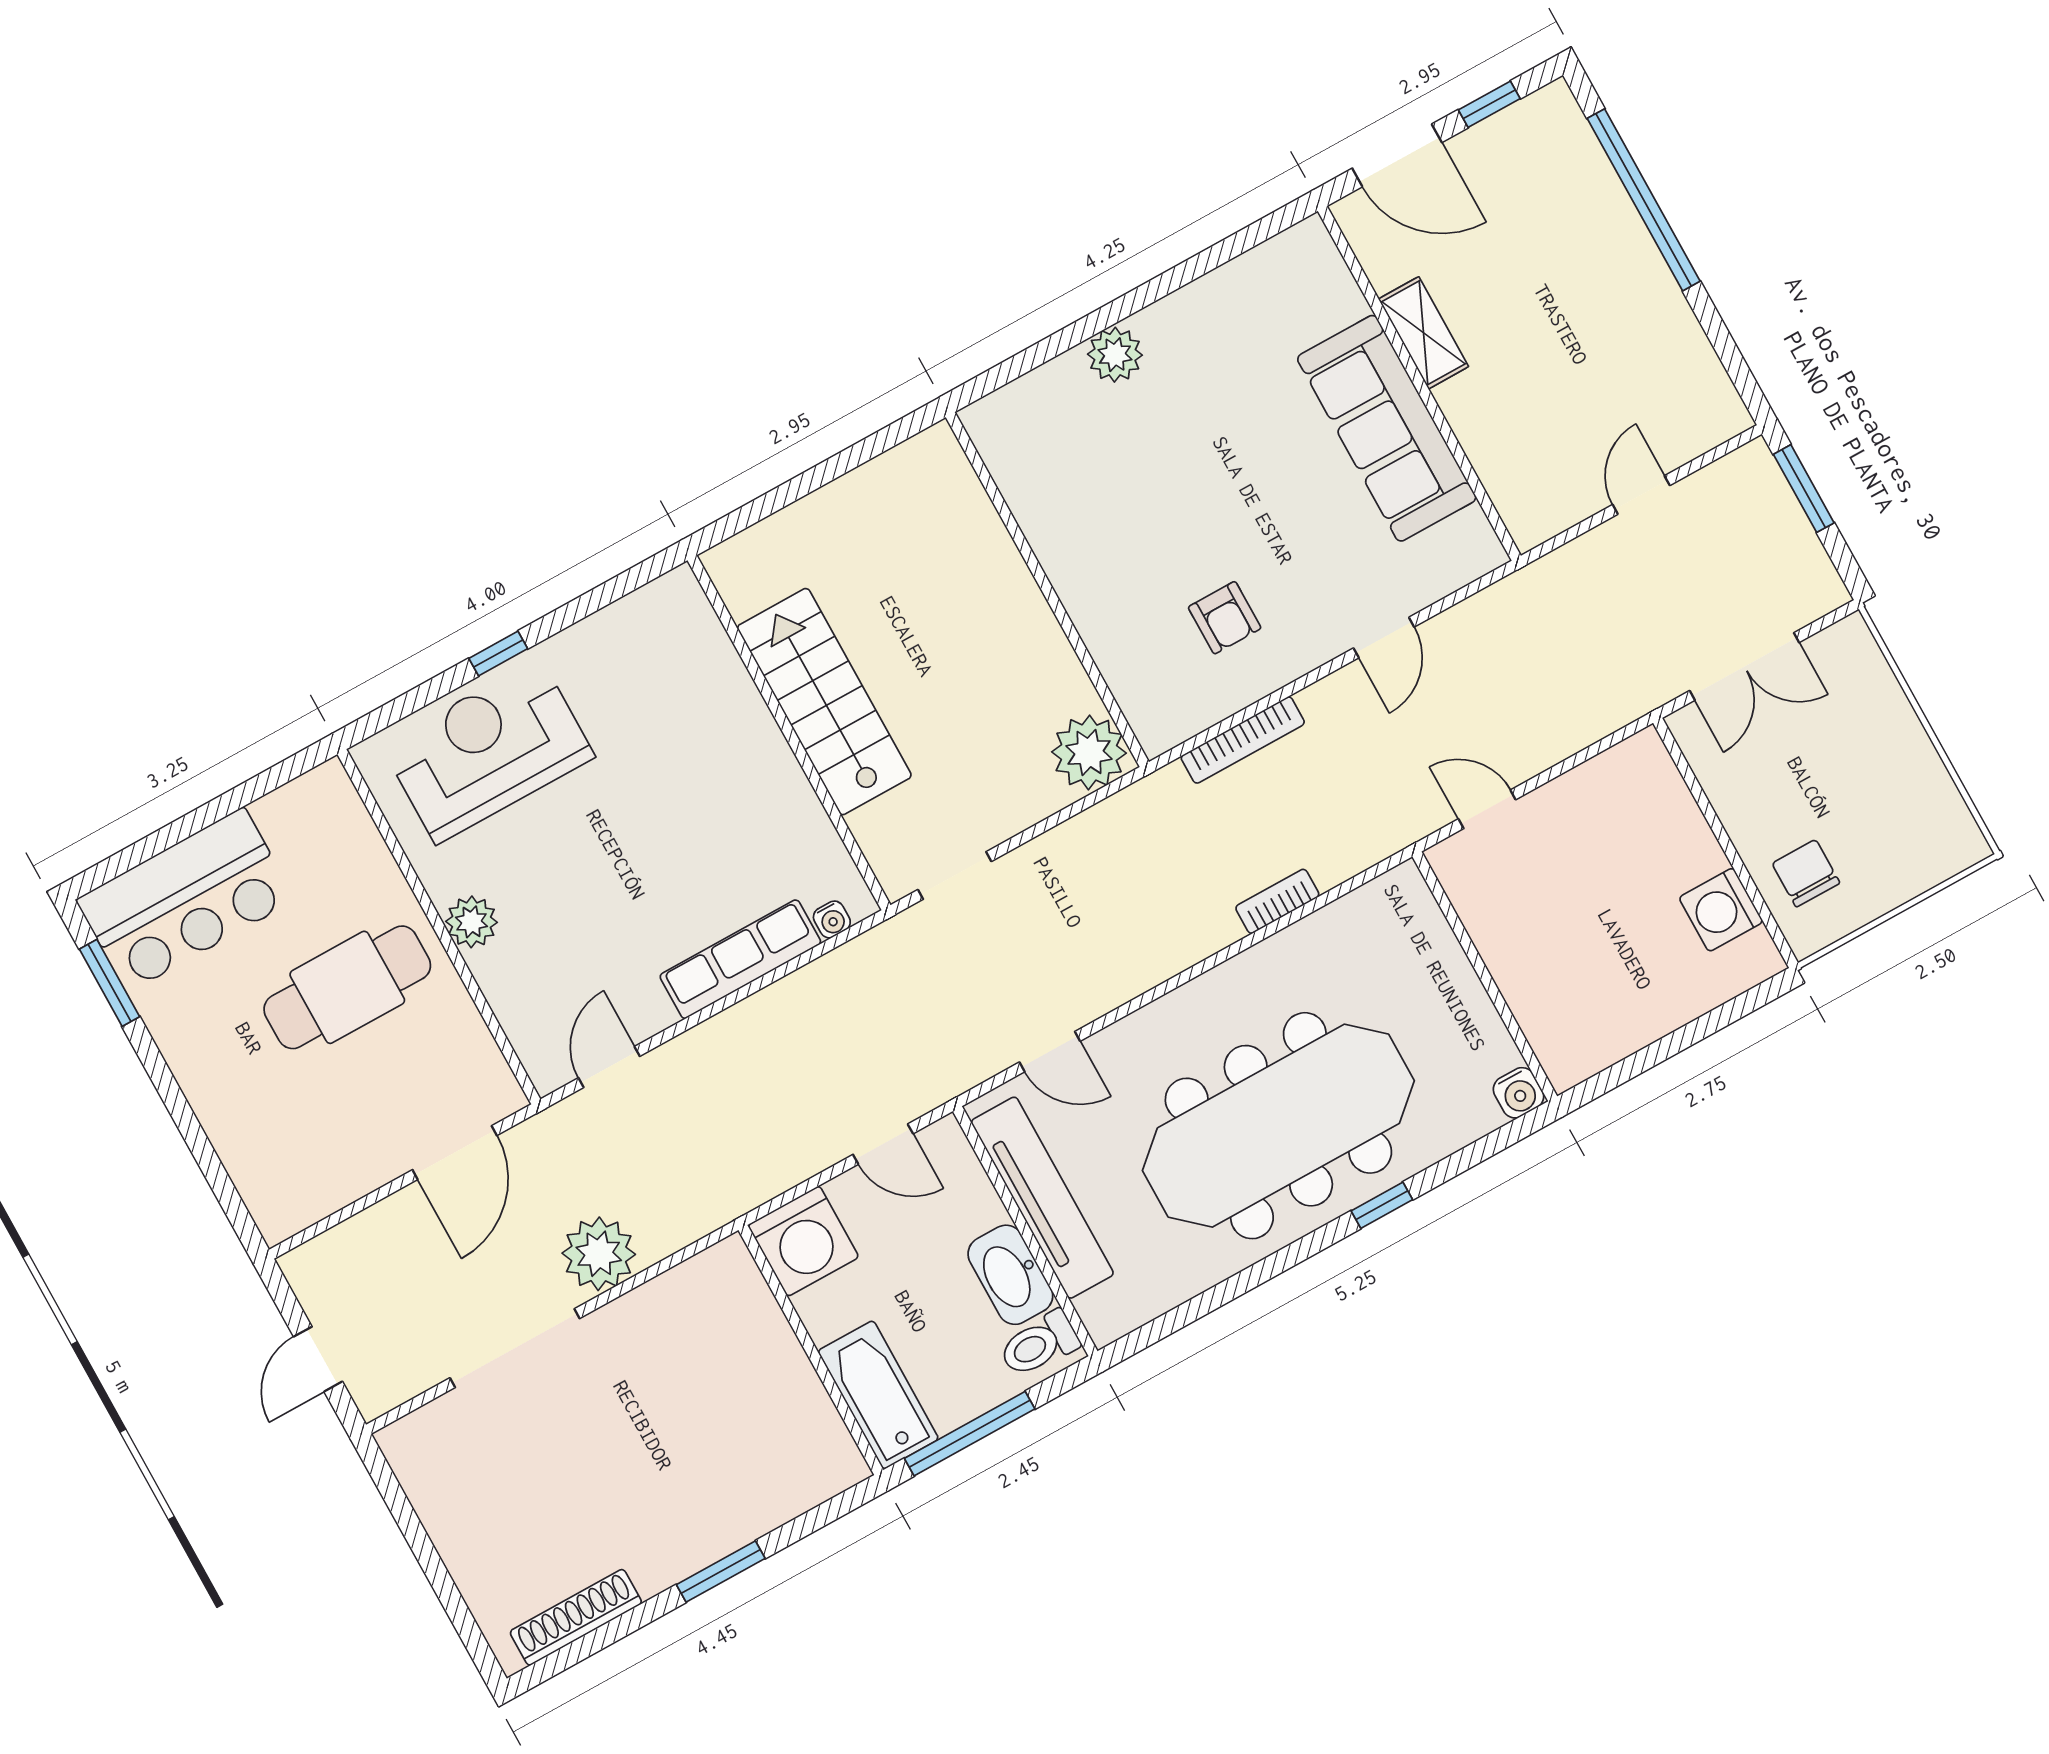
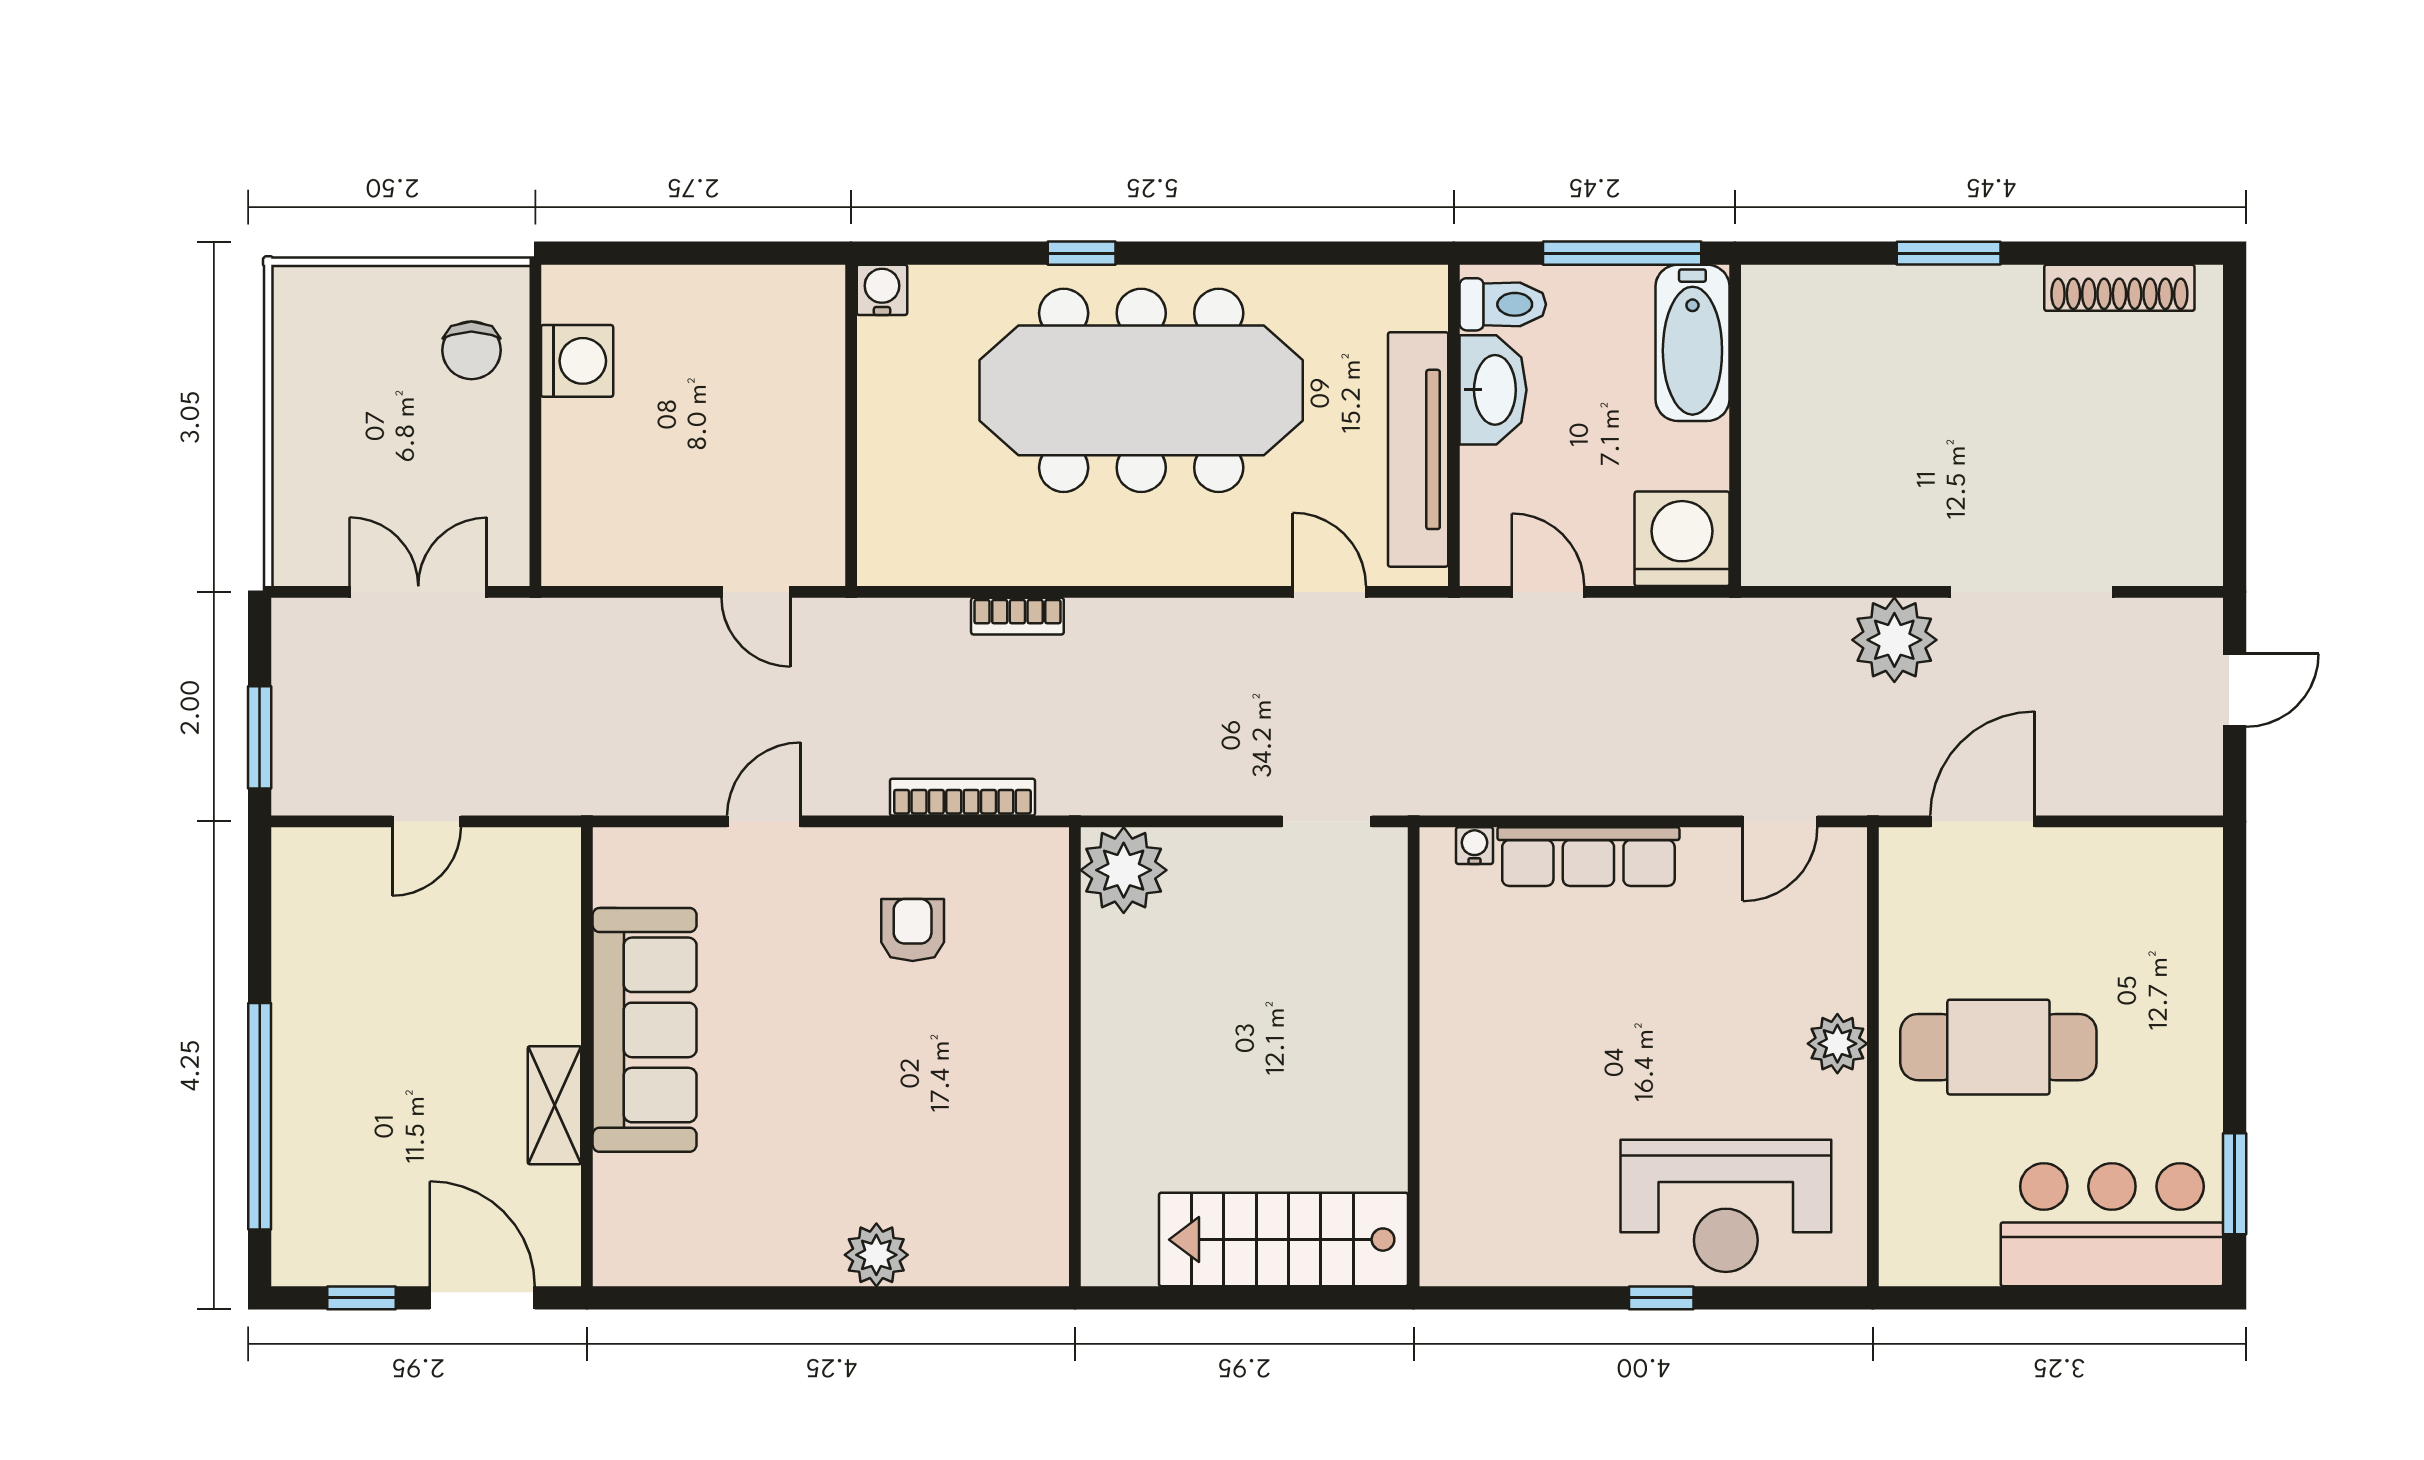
stairs: (824, 702) -> (1283, 1240), moved, turned 90

